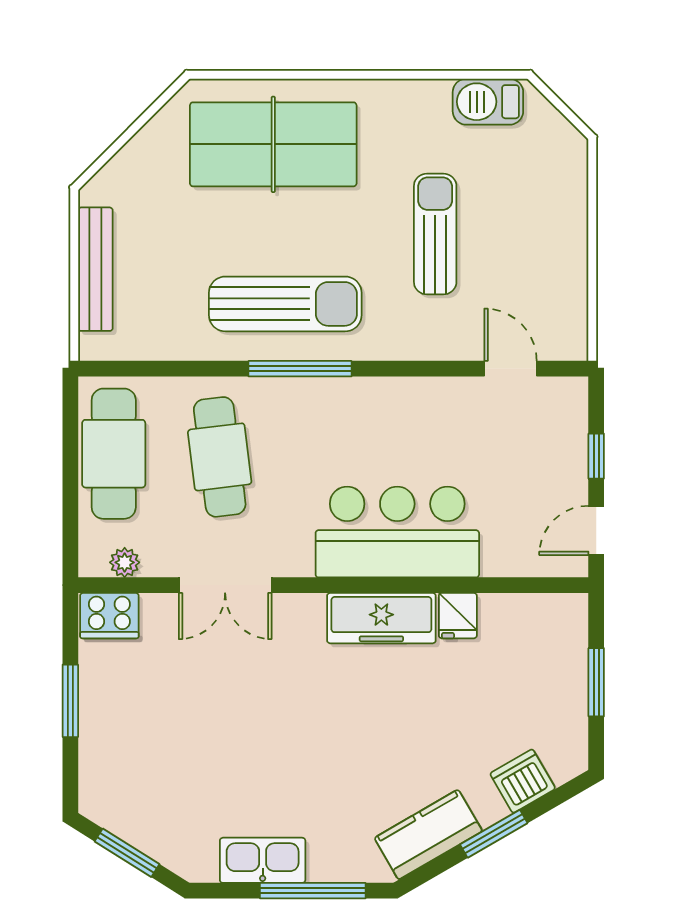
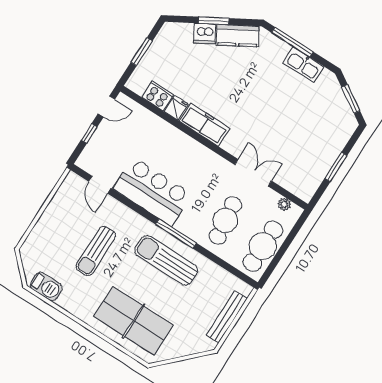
bar counter: (397, 532) -> (153, 192), moved, turned 180
cooker: (109, 616) -> (158, 96), moved
dishwasher: (523, 781) -> (205, 34), moved

